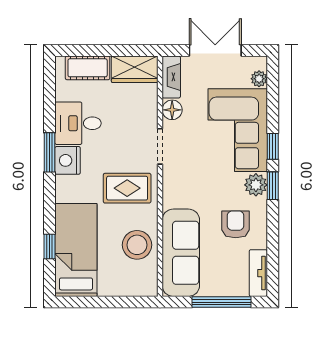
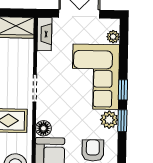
floor lamp: (172, 110) -> (43, 128), moved

